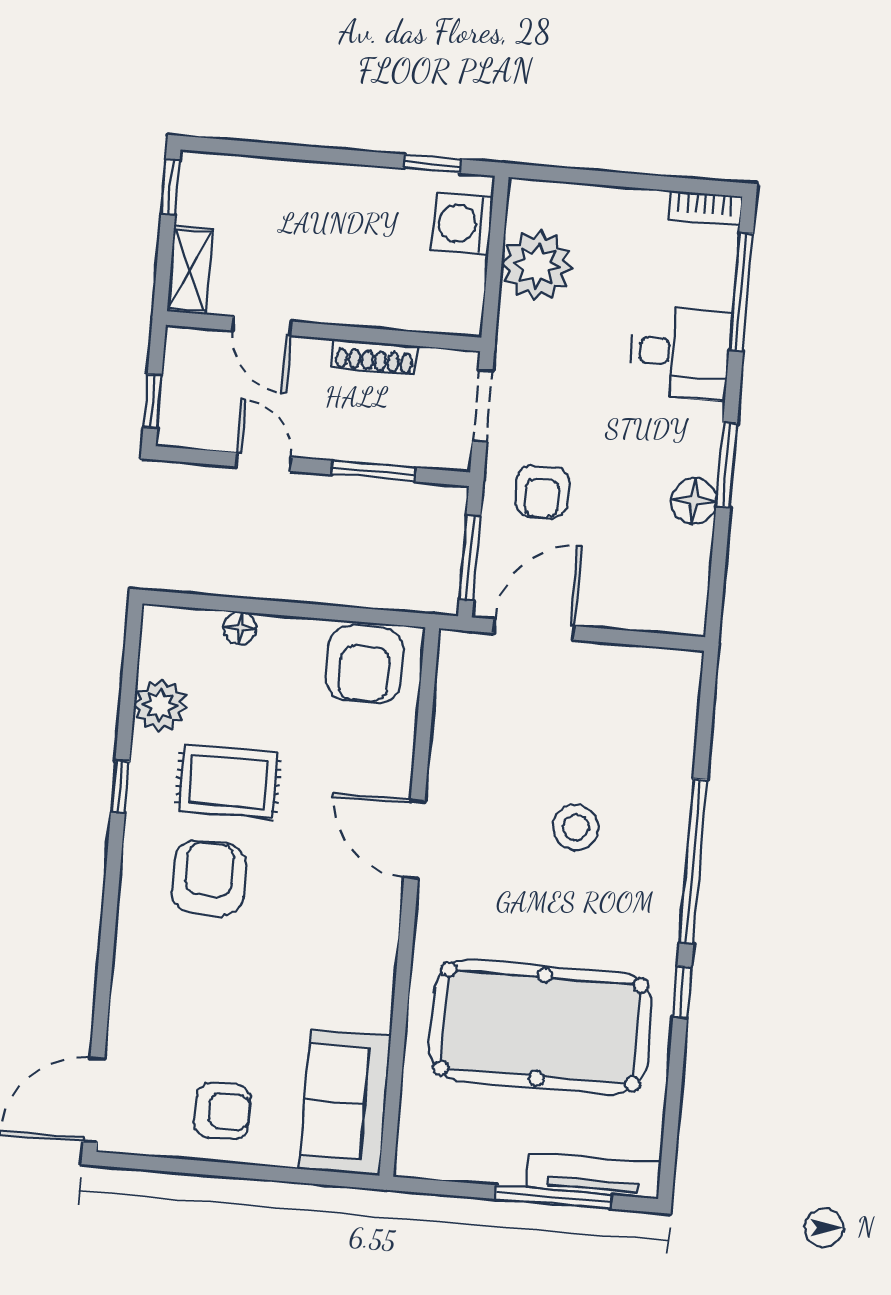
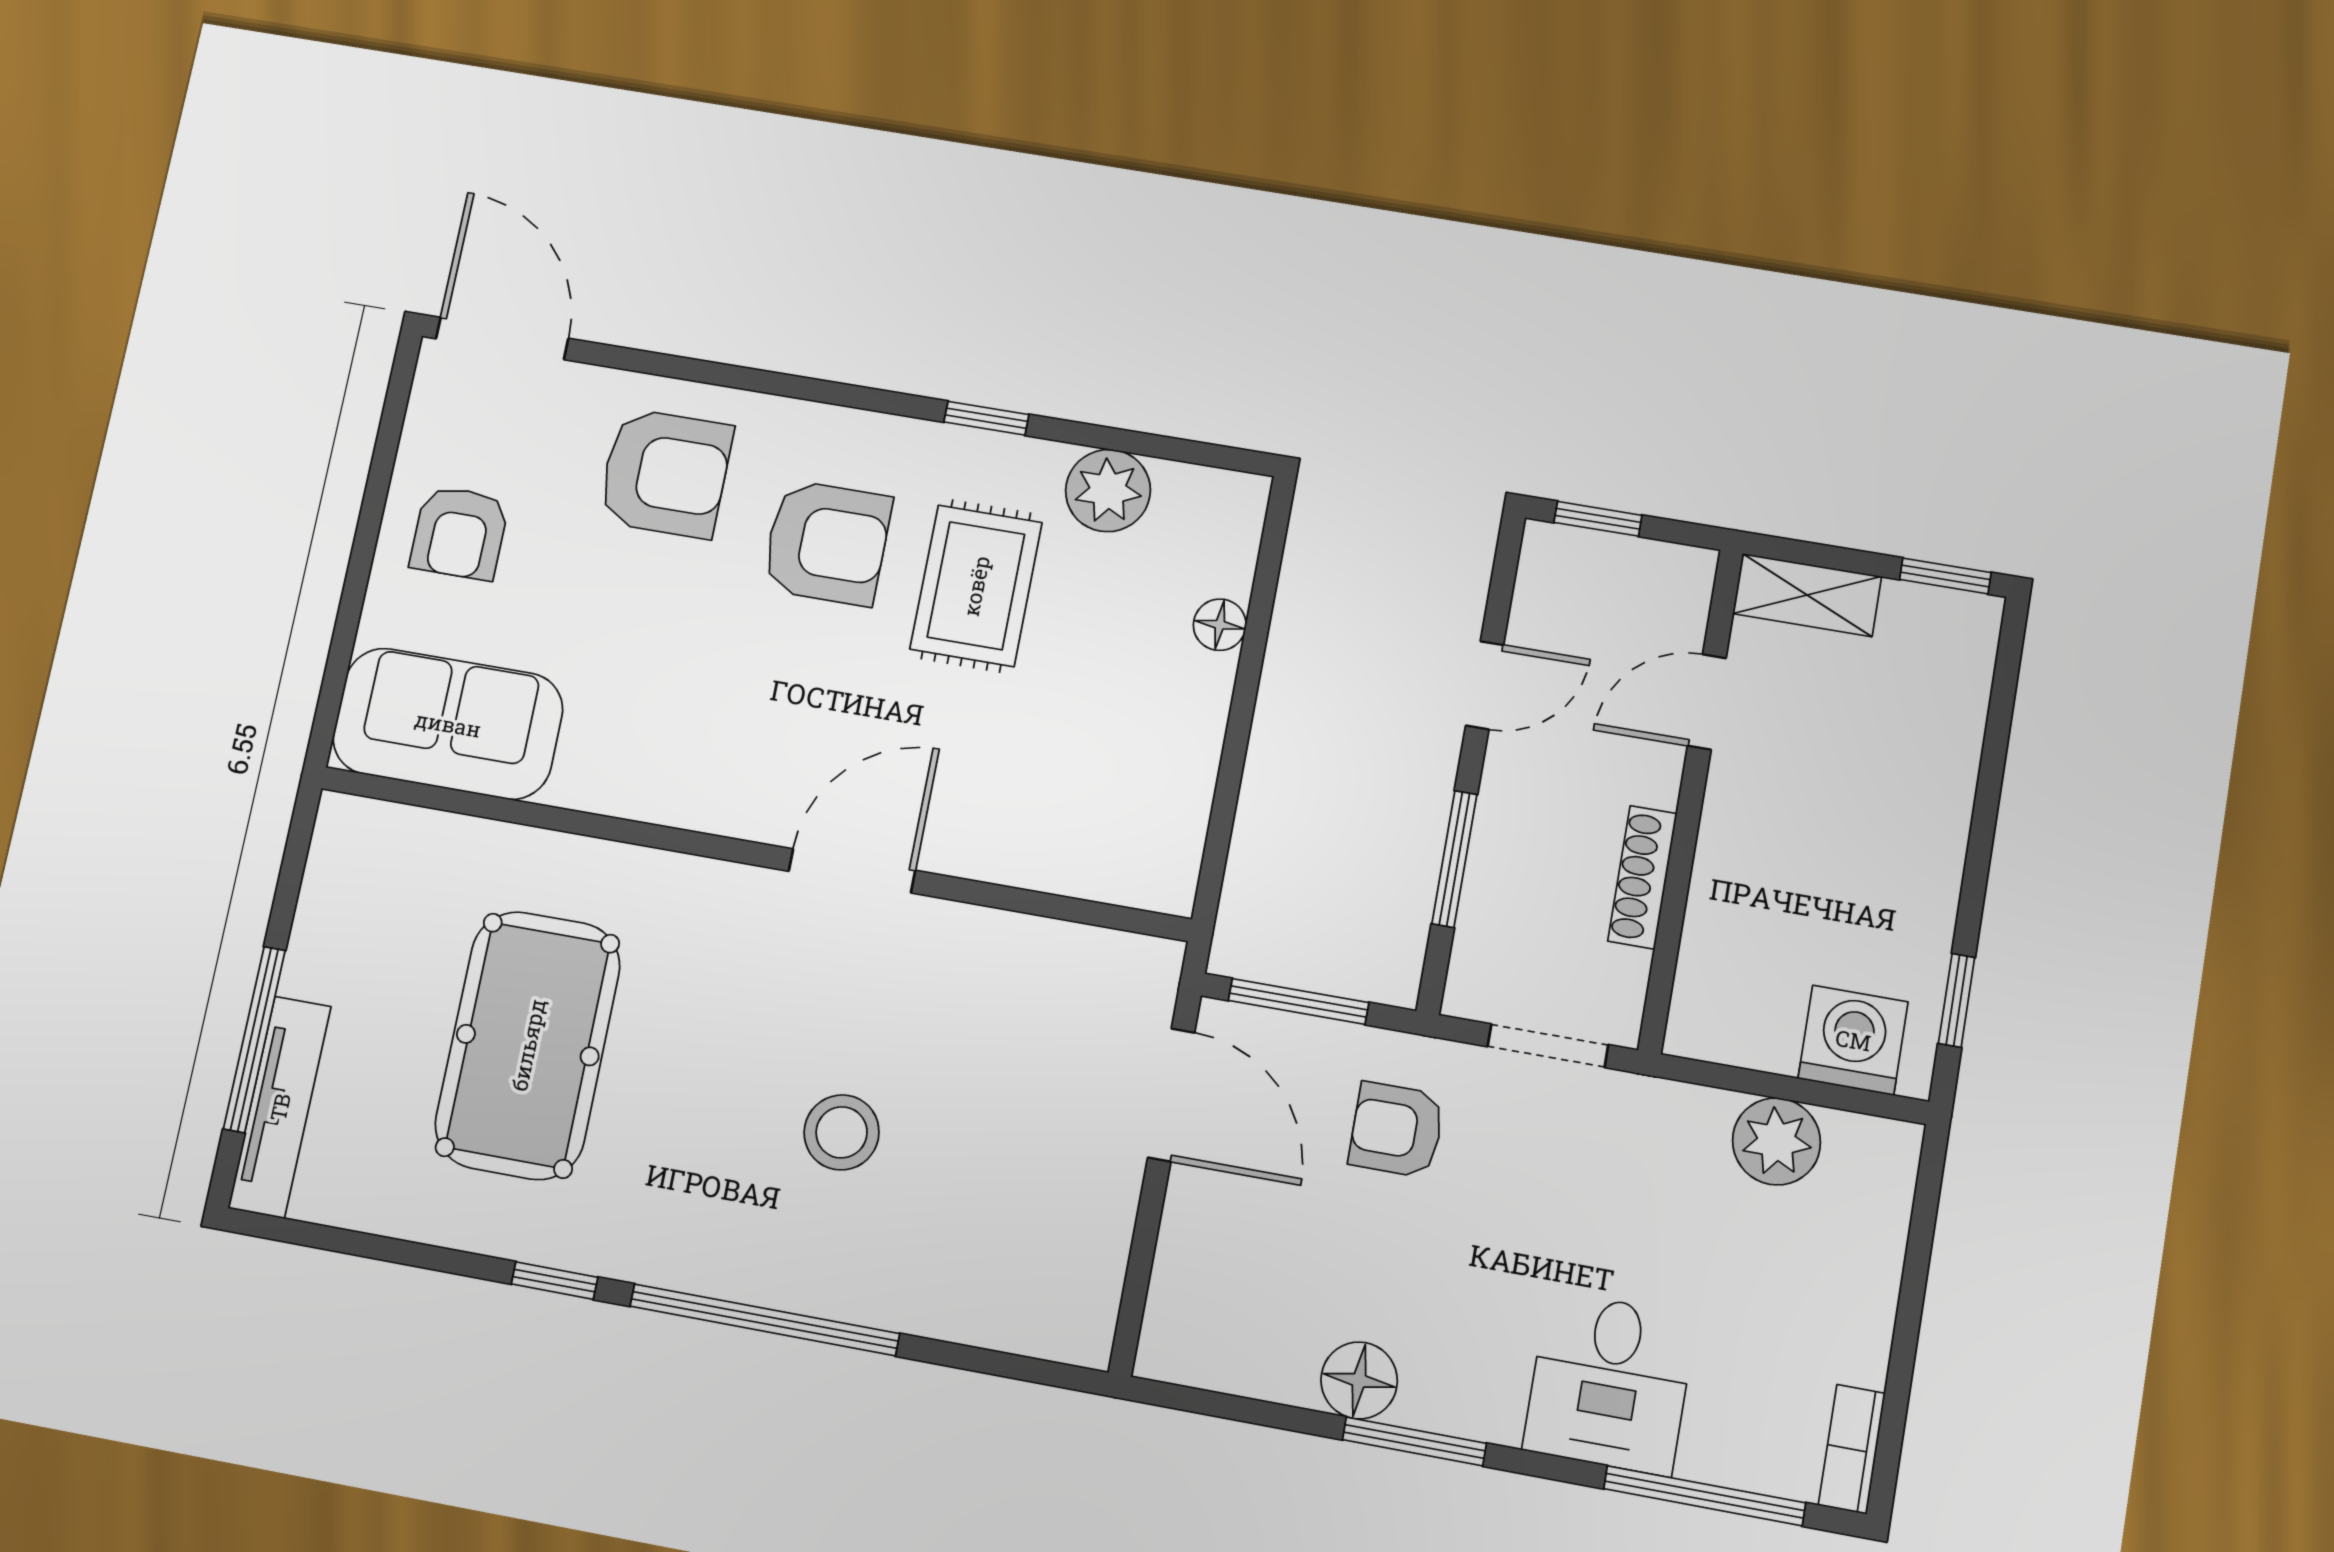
plant: (537, 266) -> (1776, 1141), width x0.73, depth x0.73
armchair: (365, 664) -> (665, 473), moved, turned 180
pool table: (541, 1027) -> (528, 1045), width x0.73, depth x0.76

